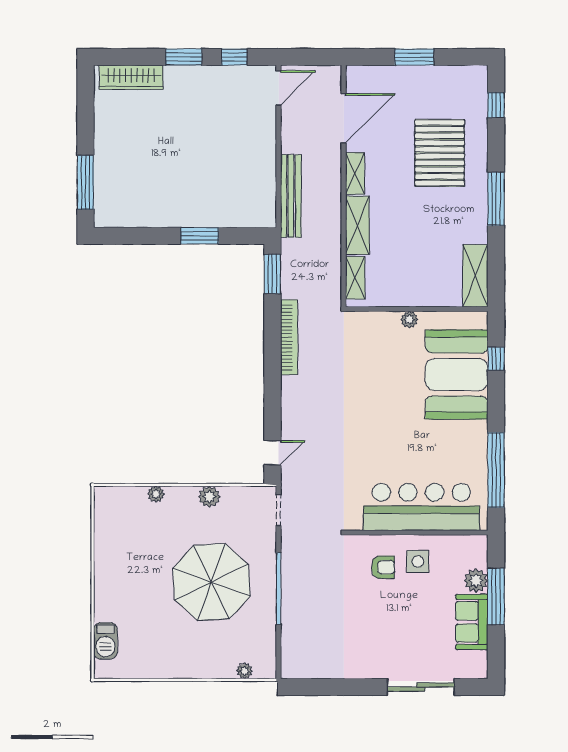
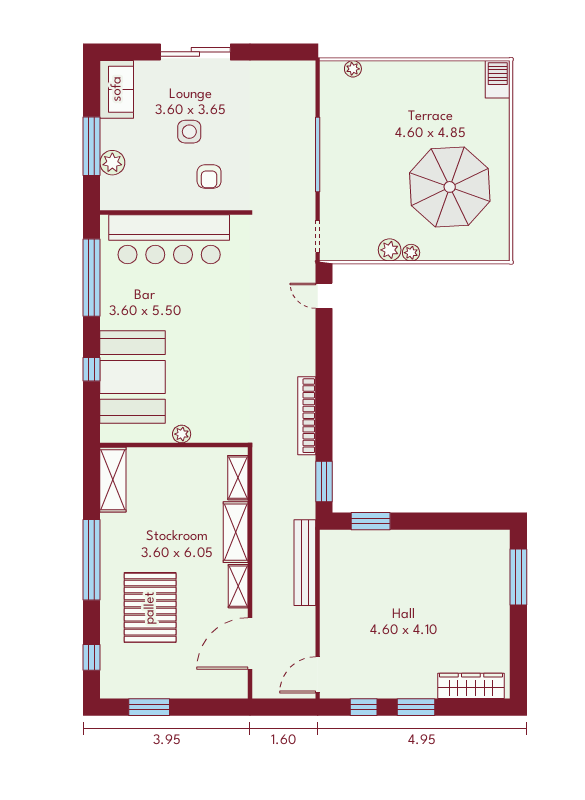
window: (414, 57) -> (149, 707), moved
window: (496, 199) -> (91, 560), width x1.46
window: (200, 236) -> (371, 521), moved
window: (496, 359) -> (91, 369), moved
door: (272, 453) -> (324, 296), hinge flipped
plant: (156, 494) -> (411, 253), moved
side table: (418, 561) -> (189, 132), moved
armchair: (383, 567) -> (209, 177), turned -90
parasol: (211, 582) -> (450, 187), moved
sofa: (472, 622) -> (117, 89), moved
barbecue: (105, 641) -> (498, 79), moved
sliding door: (421, 687) -> (195, 52), moved

